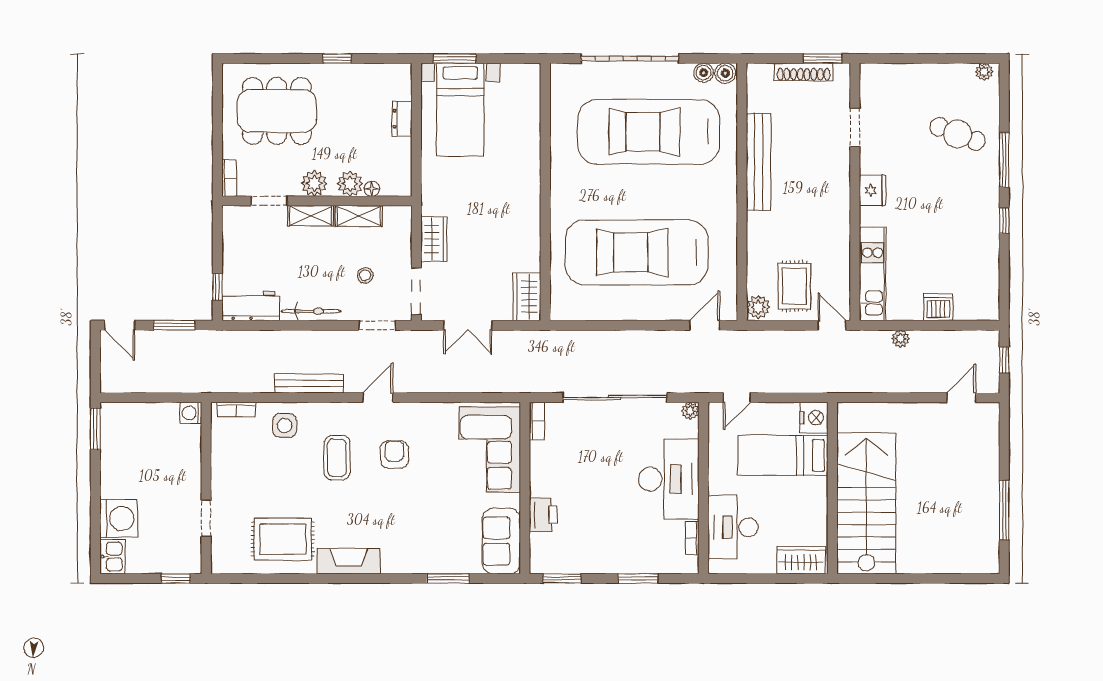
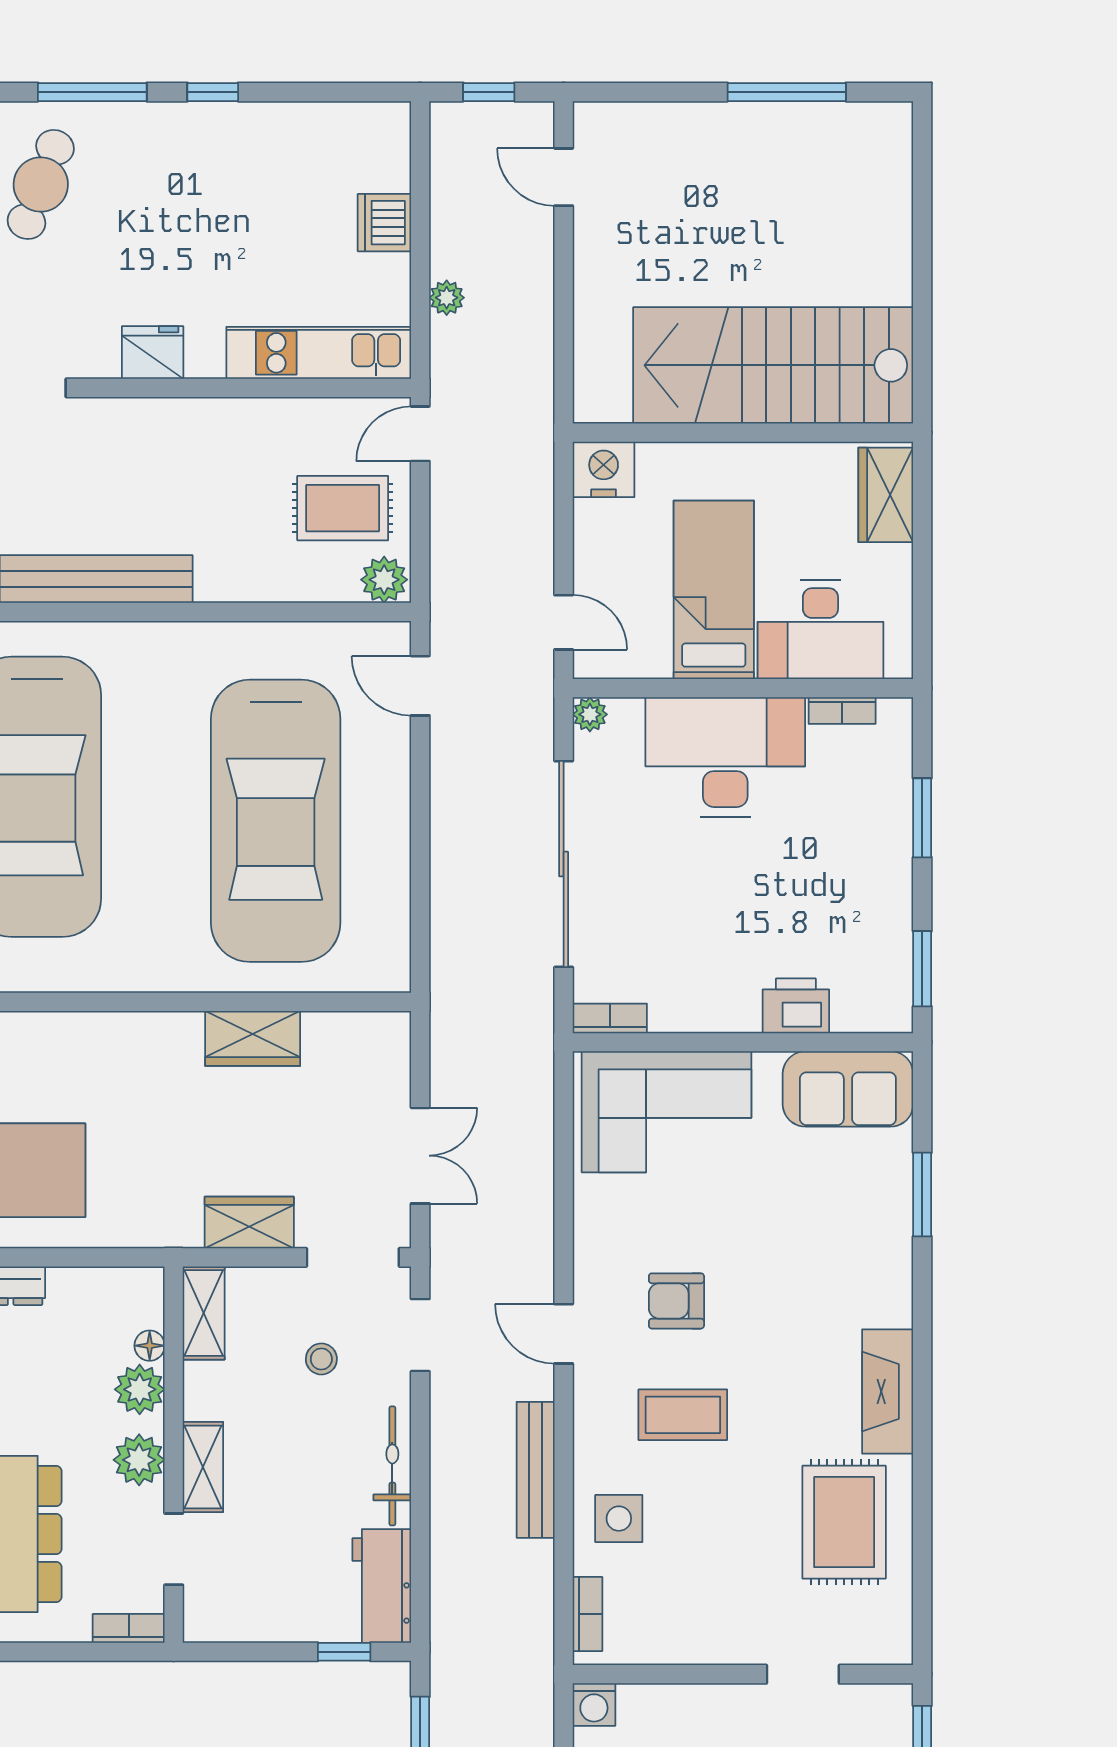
shelving: (359, 216) -> (204, 1313), moved
wardrobe: (527, 297) -> (253, 1038), moved
bed: (783, 455) -> (714, 590), moved, turned 180

